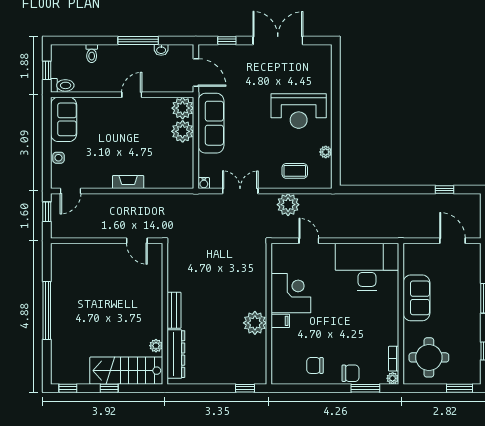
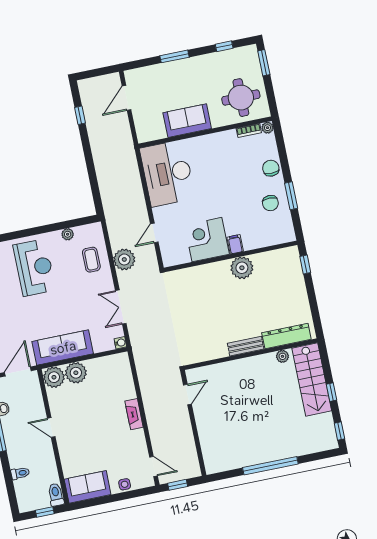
window: (365, 388) -> (291, 196), moved

